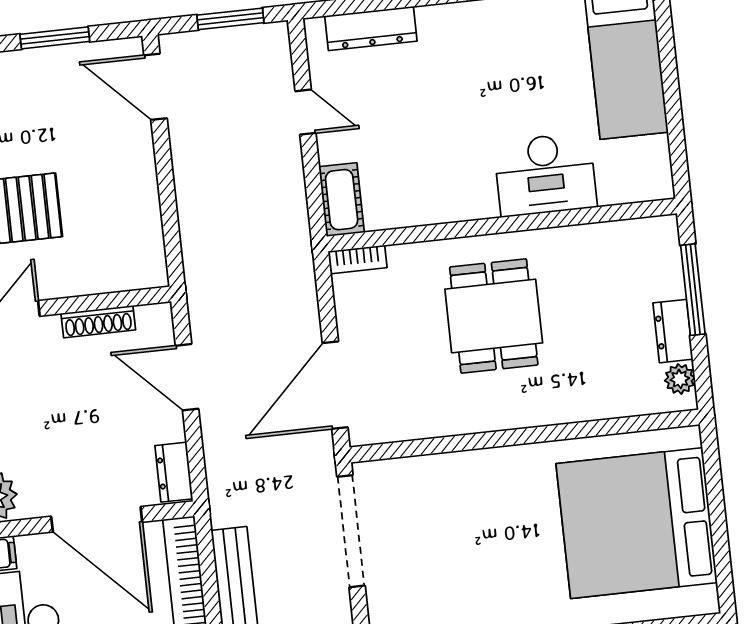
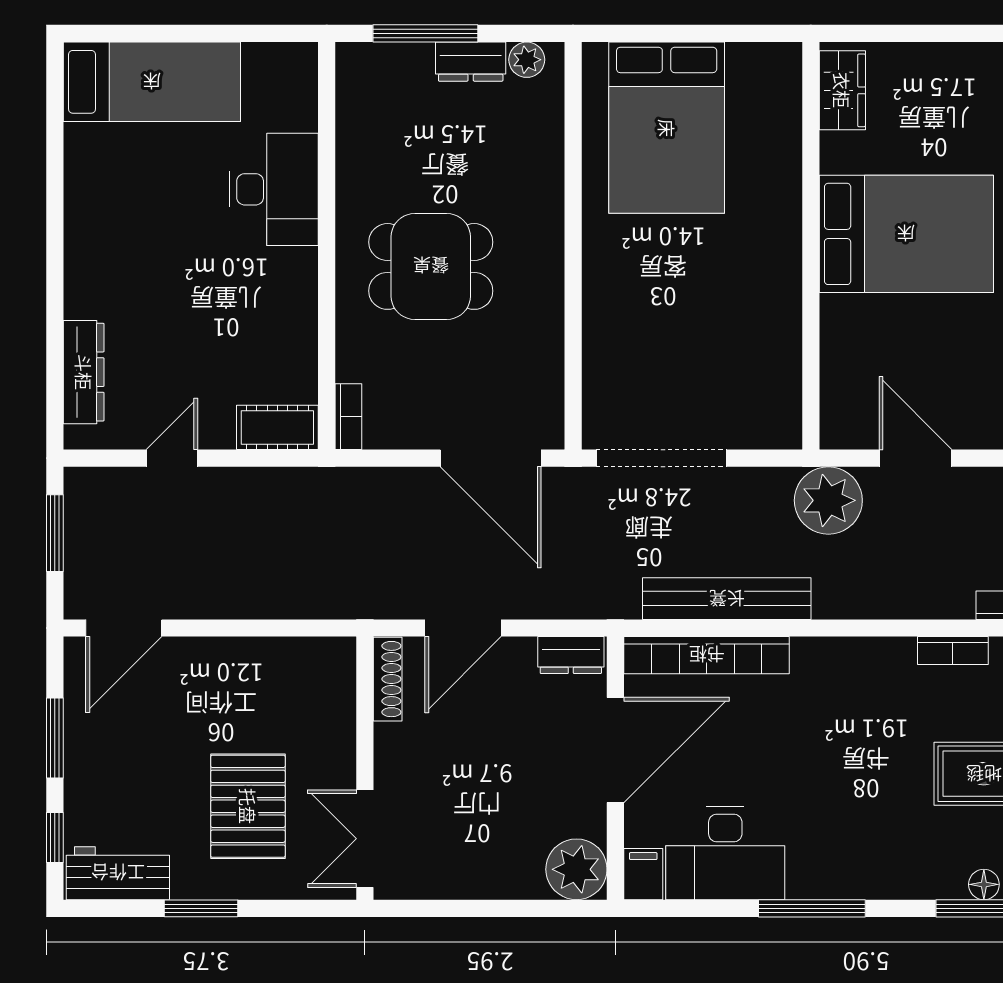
shoe rack: (98, 322) -> (388, 679), moved
bed: (637, 523) -> (667, 128), width x0.73

